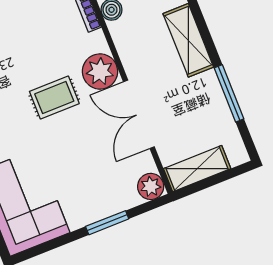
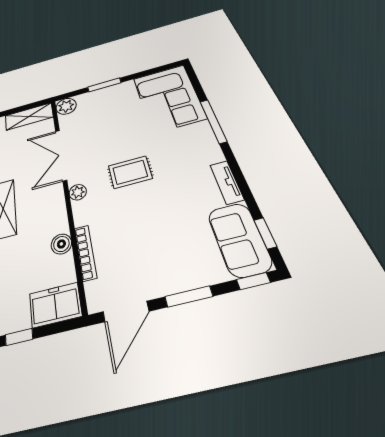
plant: (100, 71) -> (78, 192), width x0.53, depth x0.53
double door: (139, 114) -> (61, 155), swing flipped

